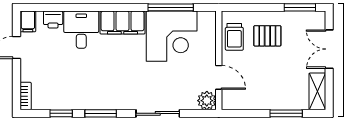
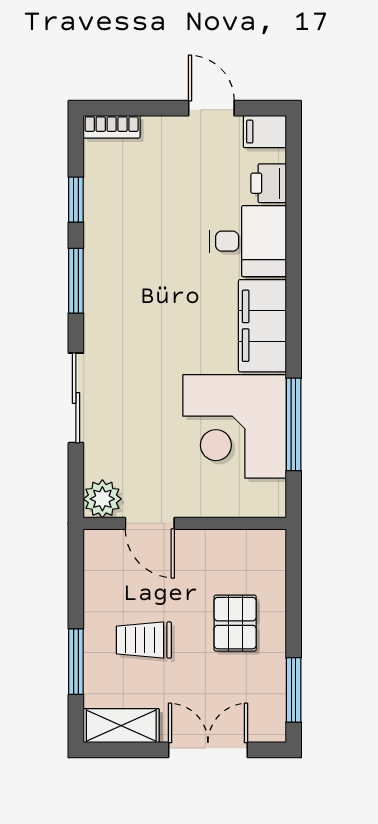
trolley: (234, 37) -> (144, 640), moved
door: (219, 77) -> (150, 523), hinge flipped

